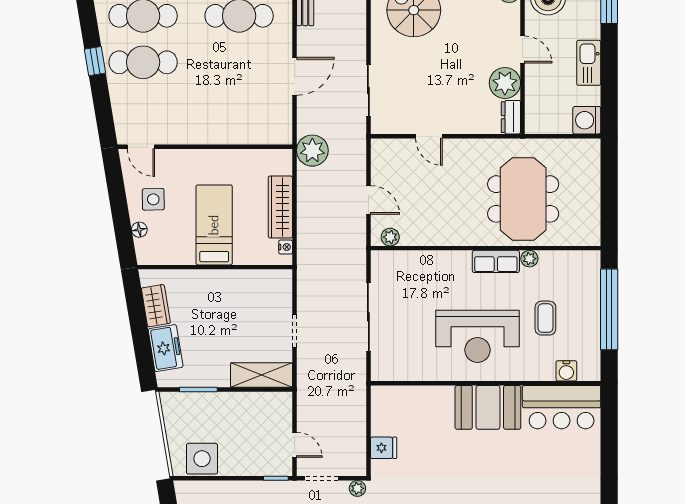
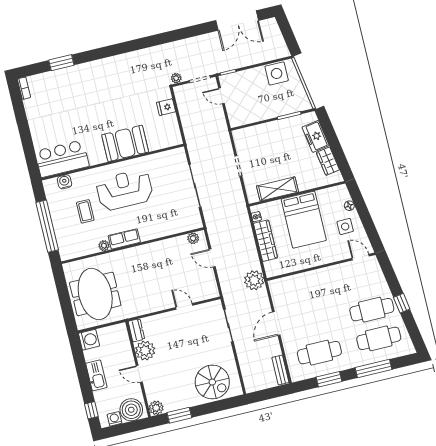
meeting table: (523, 199) -> (95, 294), moved
bed: (214, 225) -> (304, 220), width x1.50
shelving: (261, 375) -> (278, 189), moved
booth: (488, 407) -> (125, 143), moved

